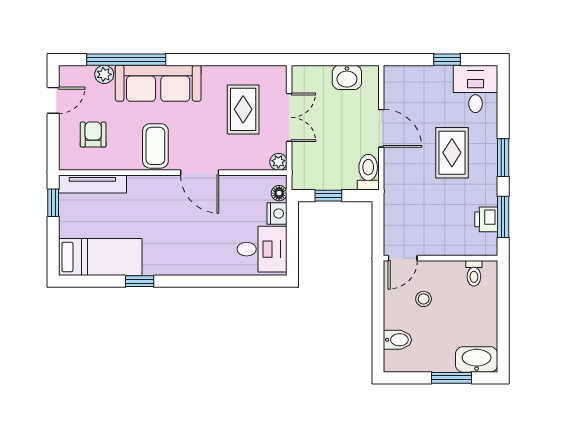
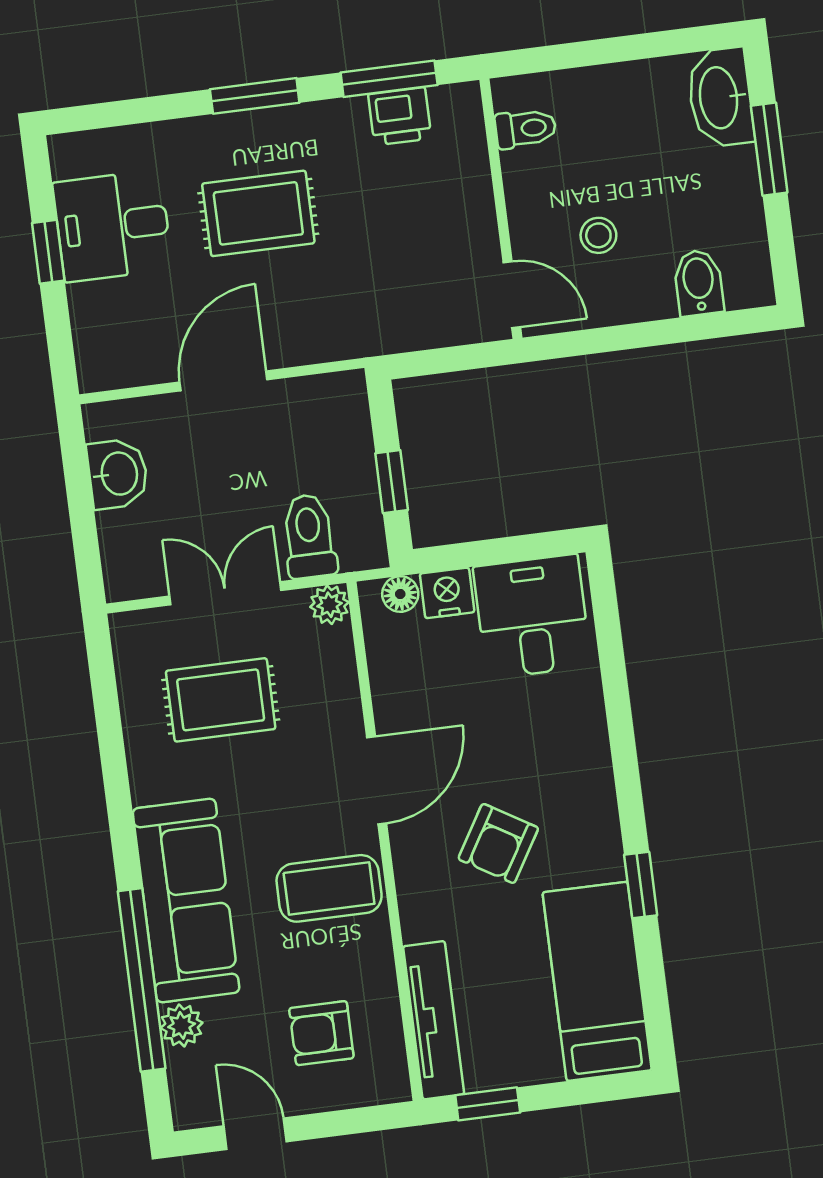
desk: (475, 89) -> (113, 226), moved
toilet: (368, 172) -> (309, 536), moved, turned 90
armchair: (166, 222) -> (498, 843), added

